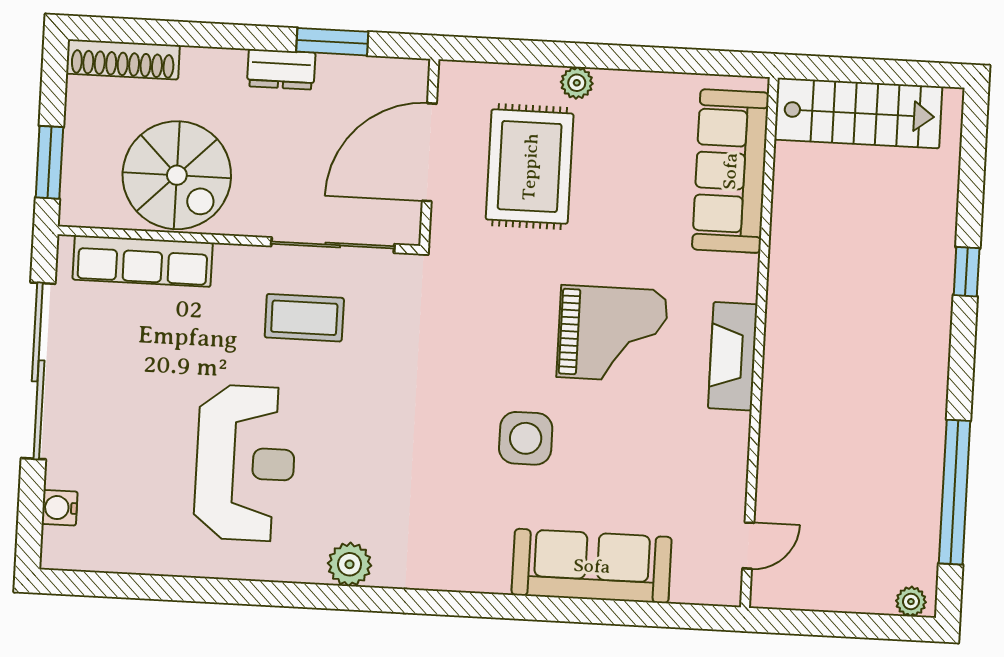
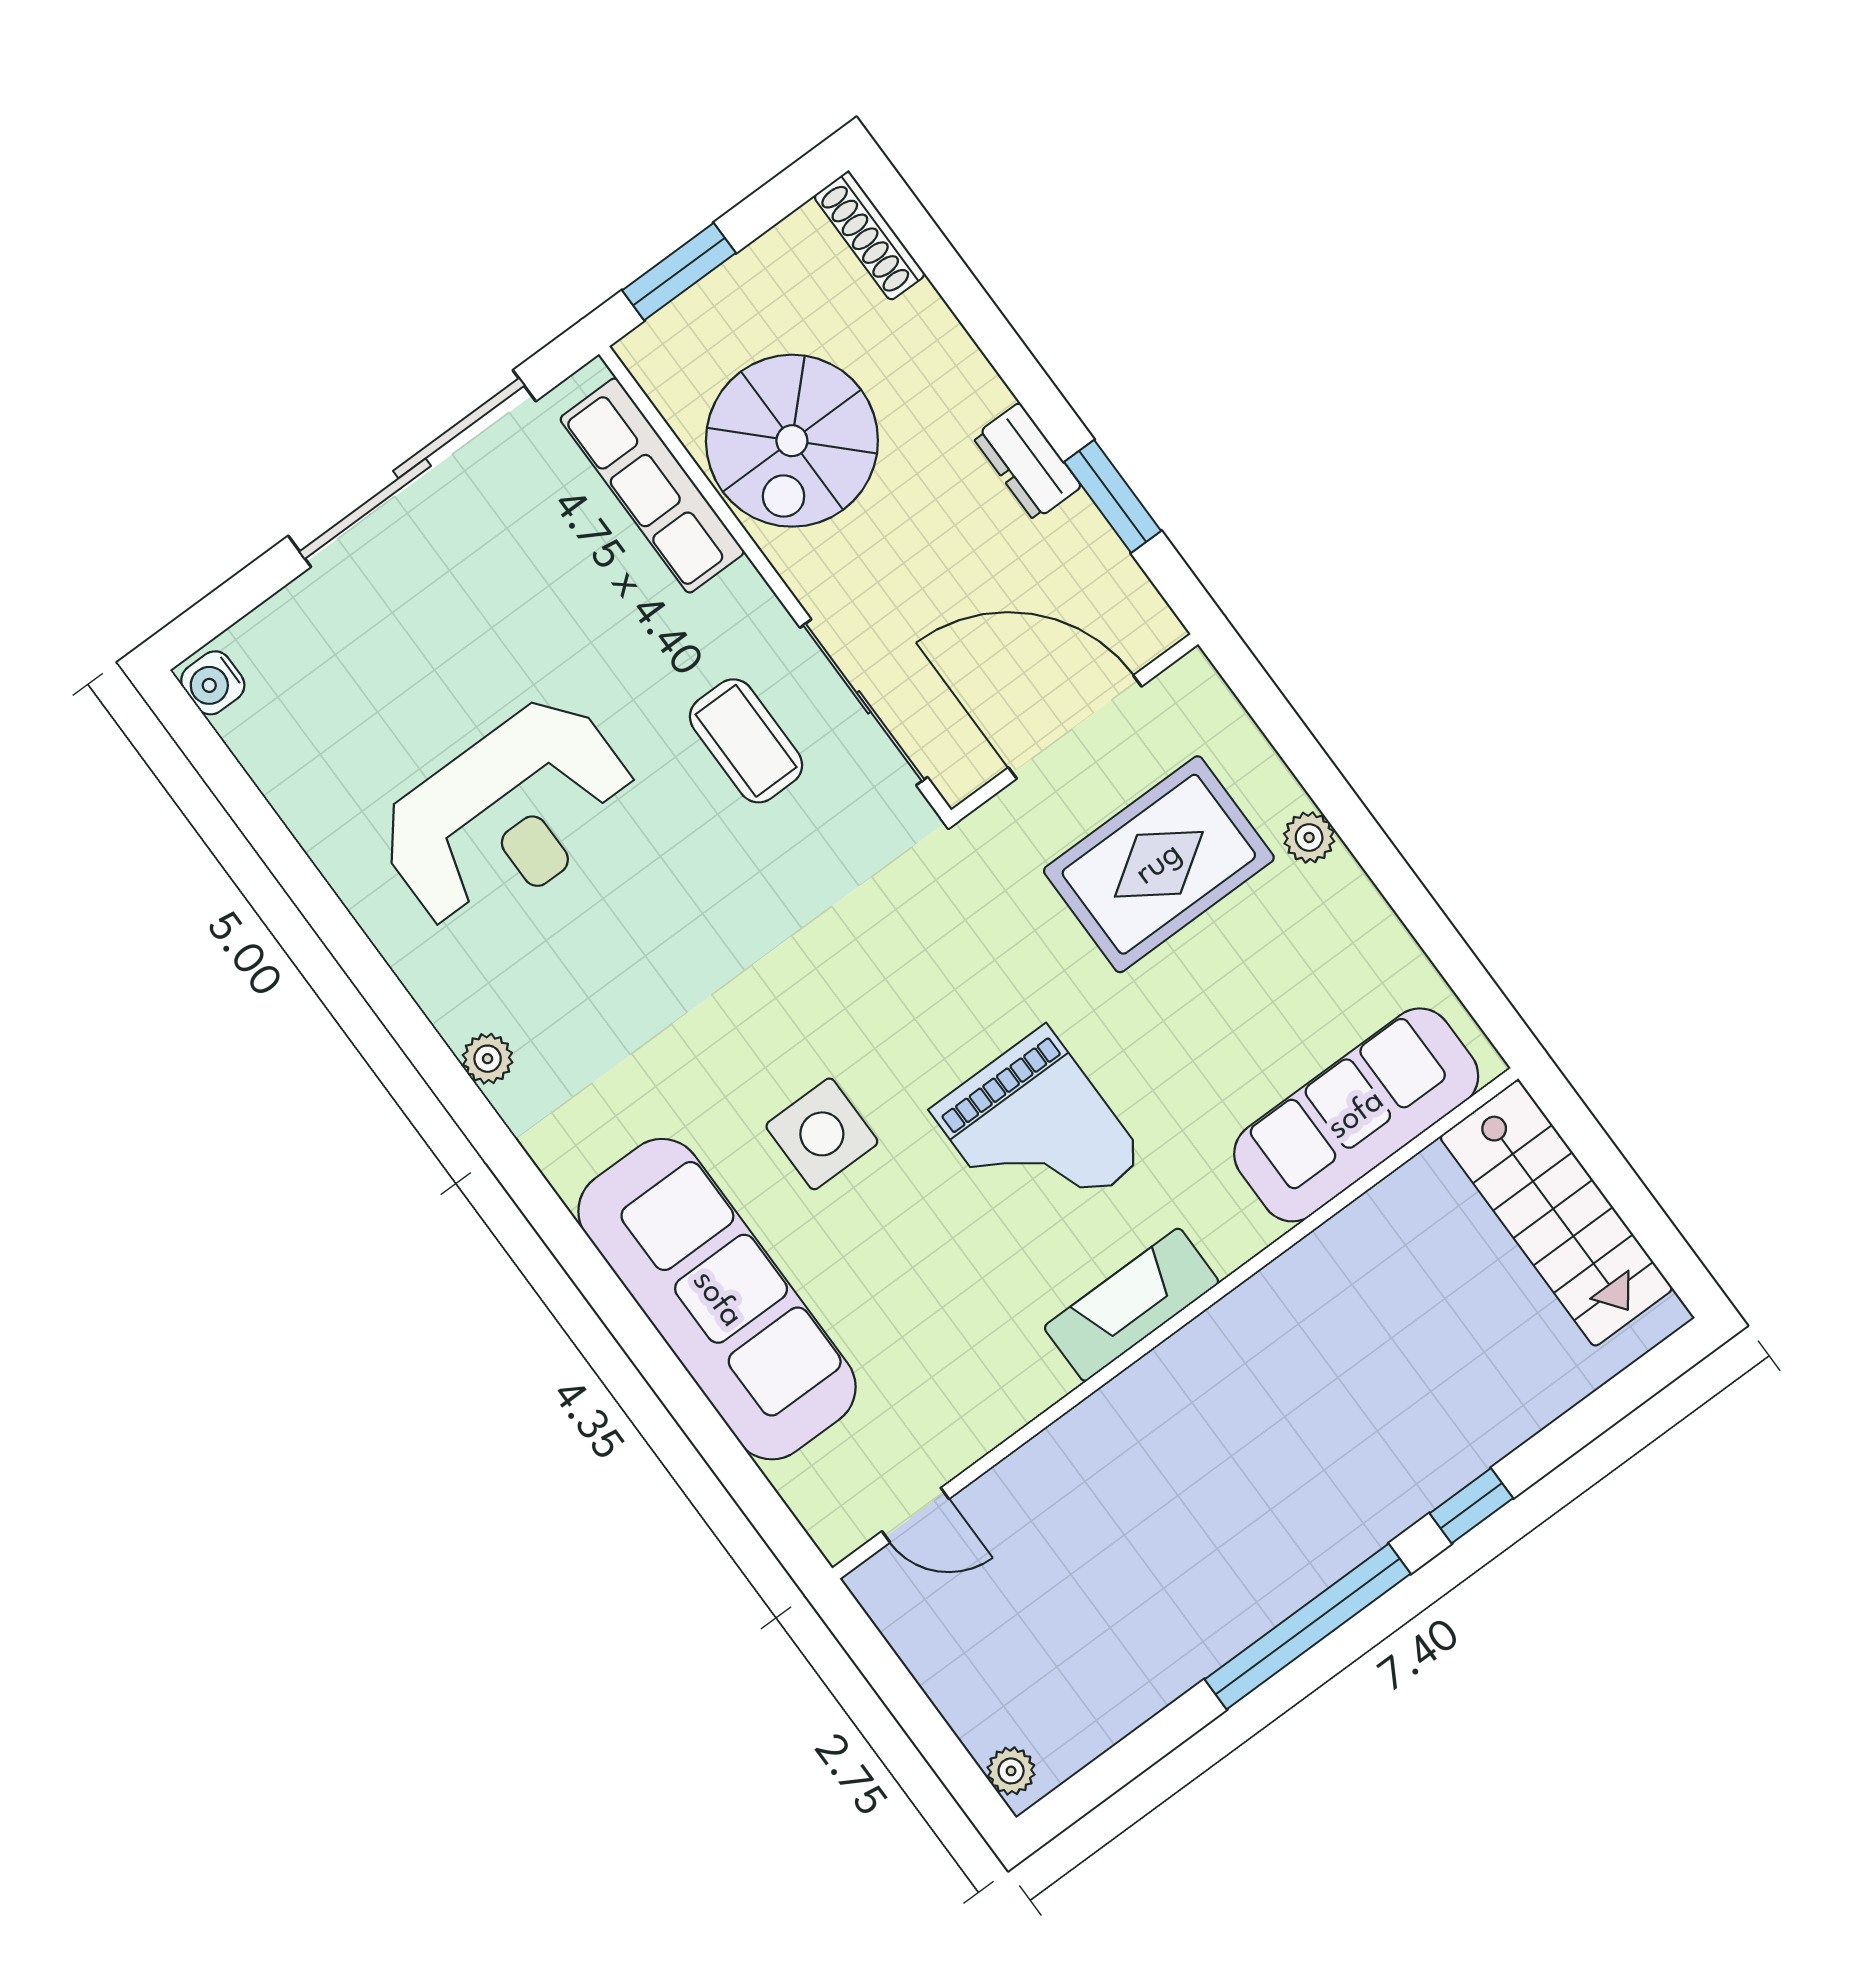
shoe rack: (123, 59) -> (869, 236), width x0.74, depth x0.81
window: (955, 492) -> (1308, 1627), moved
water cooler: (60, 508) -> (213, 683), moved, turned -90
plant: (350, 564) -> (488, 1059), width x0.73, depth x0.73
sofa: (592, 566) -> (717, 1299), width x1.36, depth x1.27

